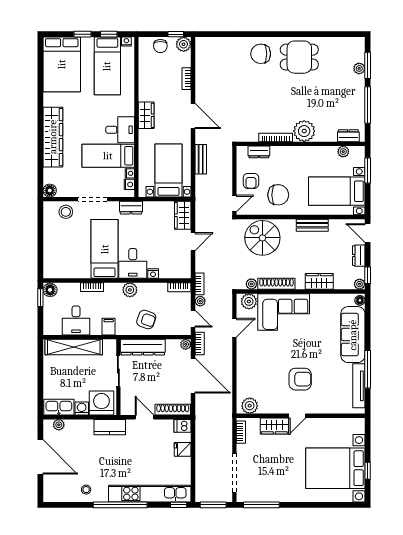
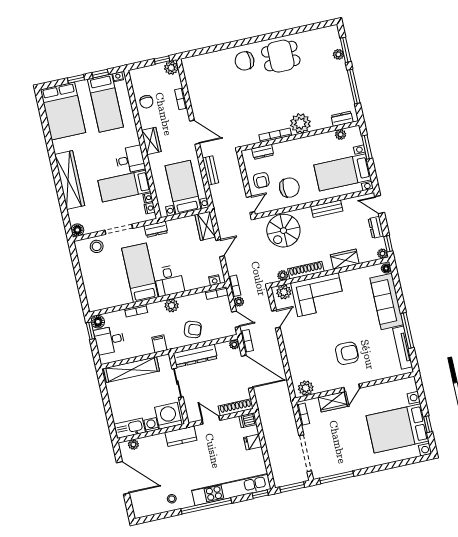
chair: (160, 46) -> (146, 102), moved
spiral stairs: (262, 238) -> (283, 231), turned -90
nightstand: (153, 274) -> (215, 280), moved
desk: (76, 320) -> (109, 340), moved, turned 90

